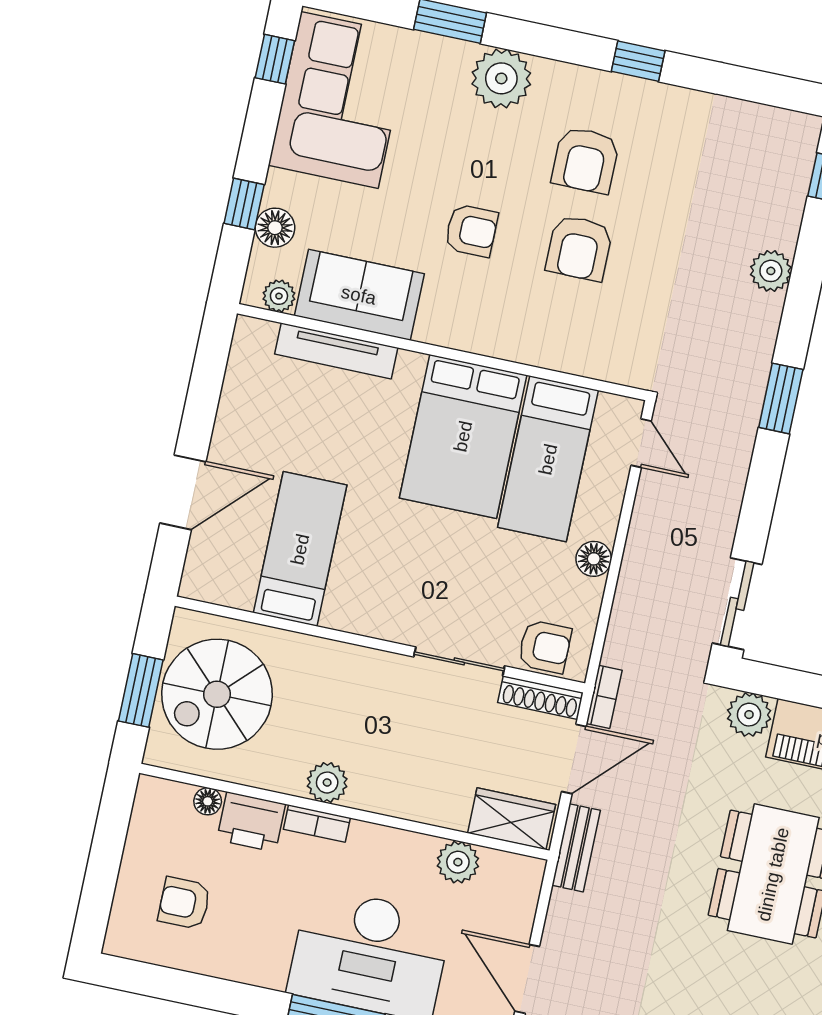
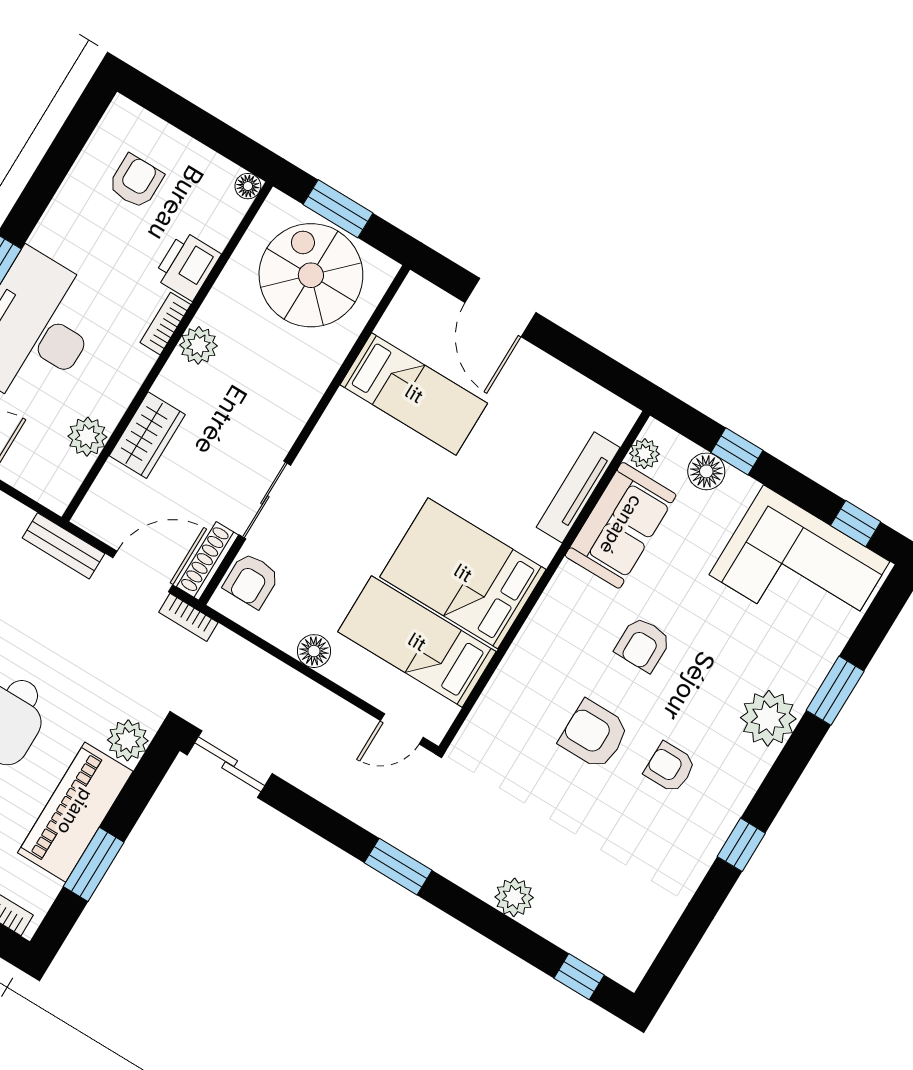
armchair: (585, 160) -> (670, 767), width x0.72, depth x0.72
door: (574, 759) -> (143, 571), swing flipped
floor lamp: (208, 801) -> (248, 186), moved
wardrobe: (512, 819) -> (147, 435), moved

